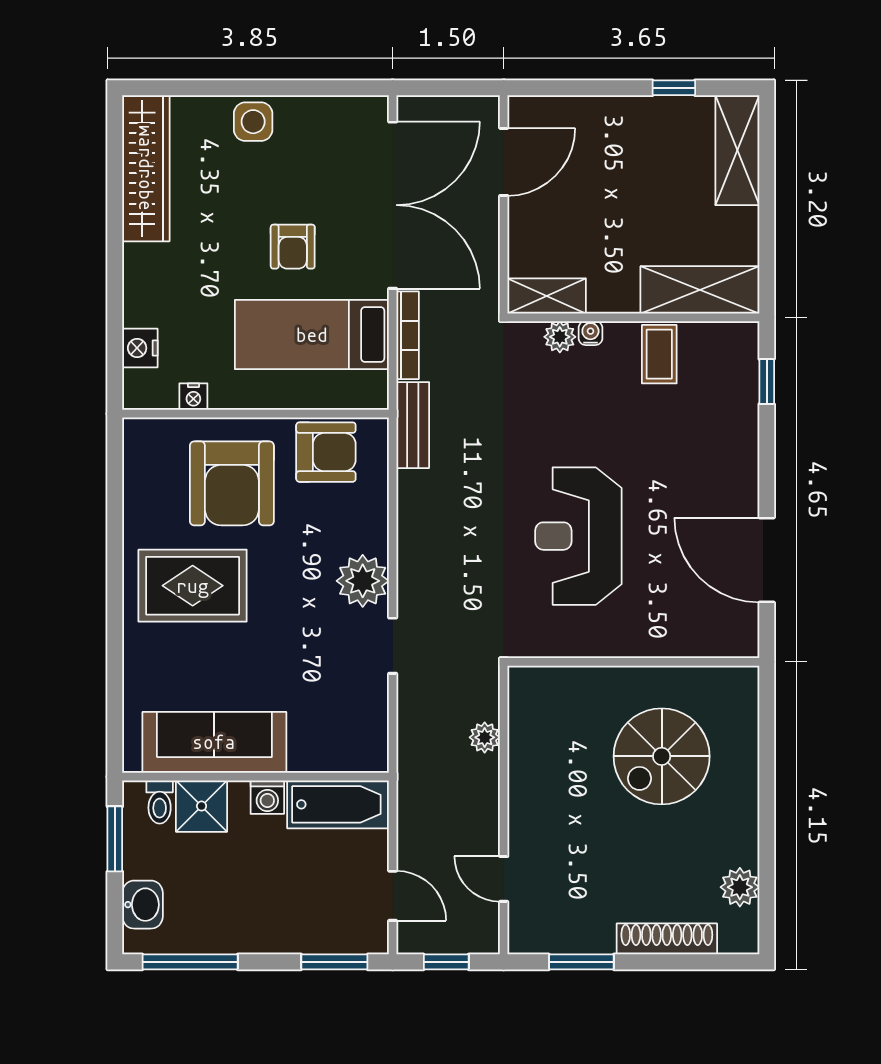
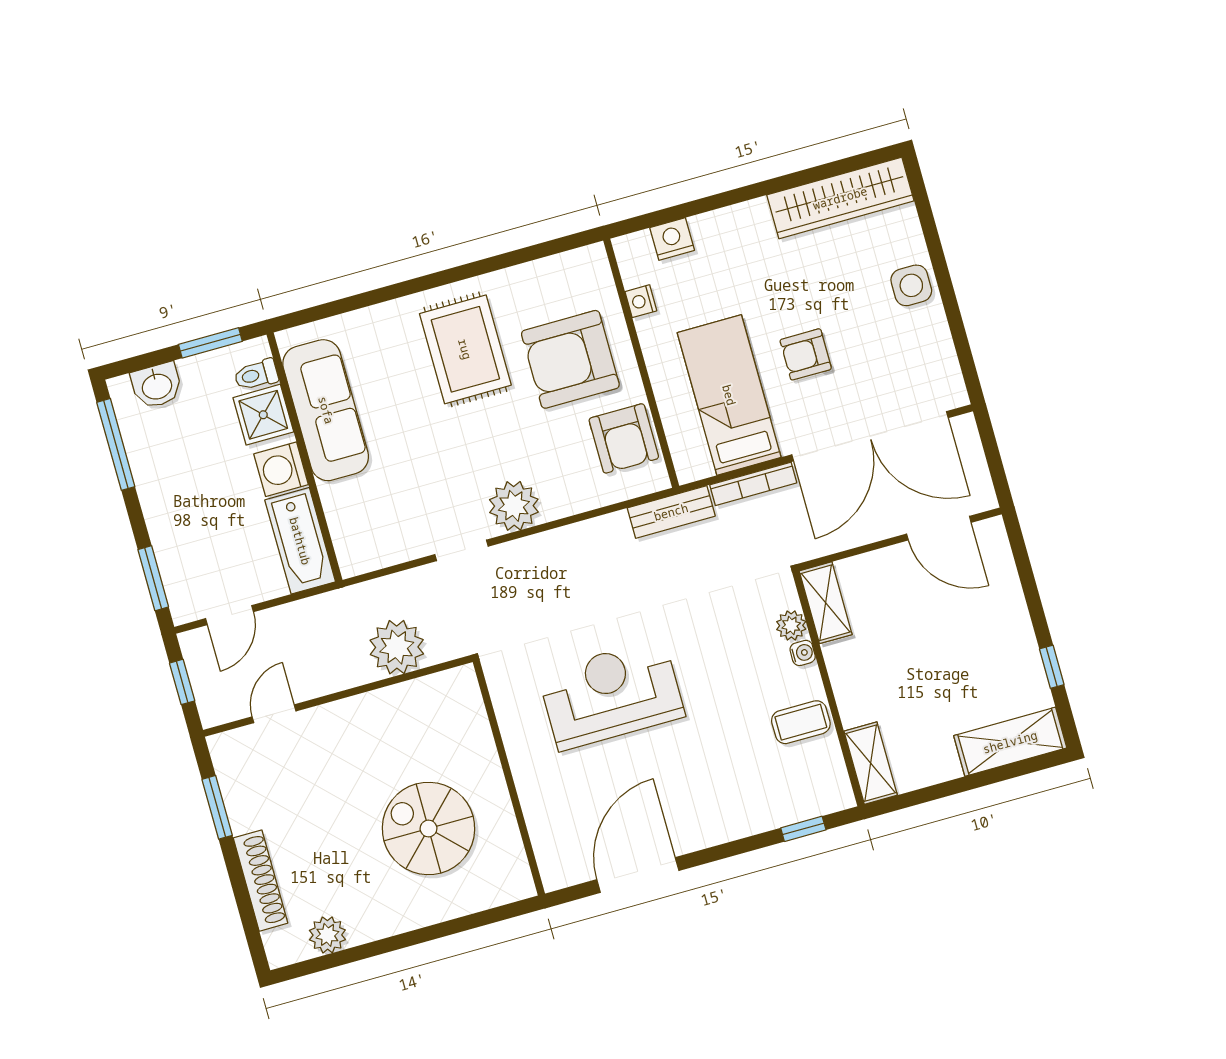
shelving: (700, 290) -> (871, 763), width x0.67, depth x0.75
plant: (485, 737) -> (397, 647), width x1.88, depth x1.88
washing machine: (267, 797) -> (281, 469), width x1.38, depth x1.38

